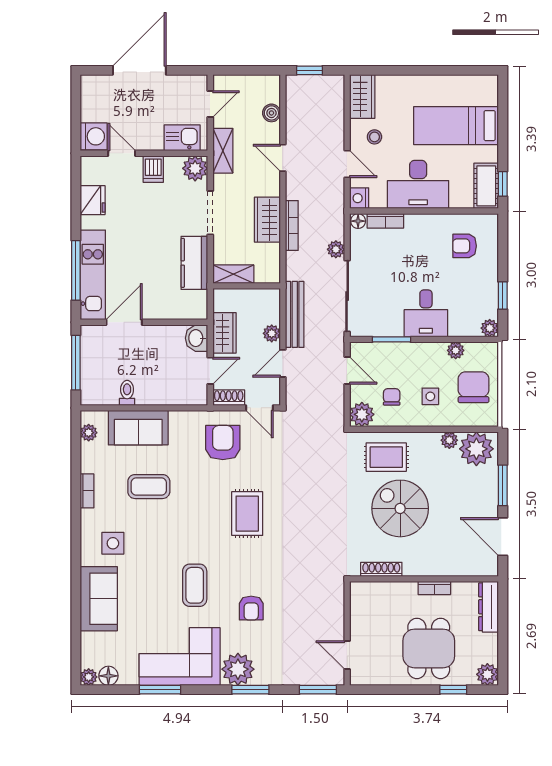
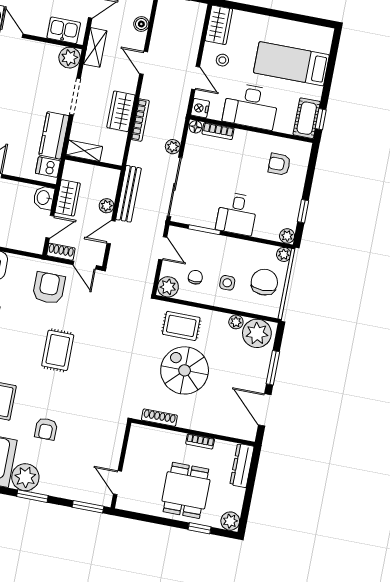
dishwasher: (153, 169) -> (48, 167), moved, turned 90
plant: (456, 350) -> (284, 254), moved

